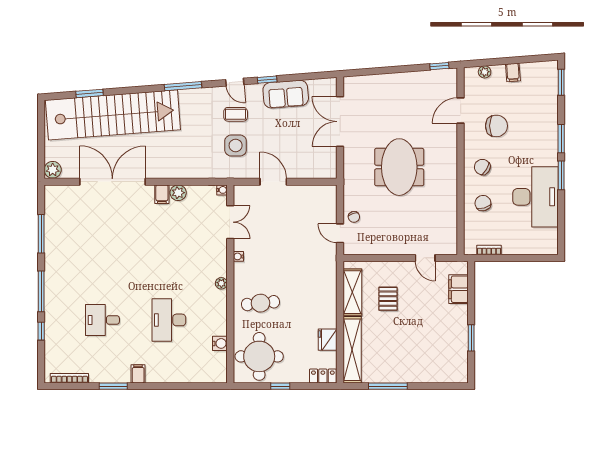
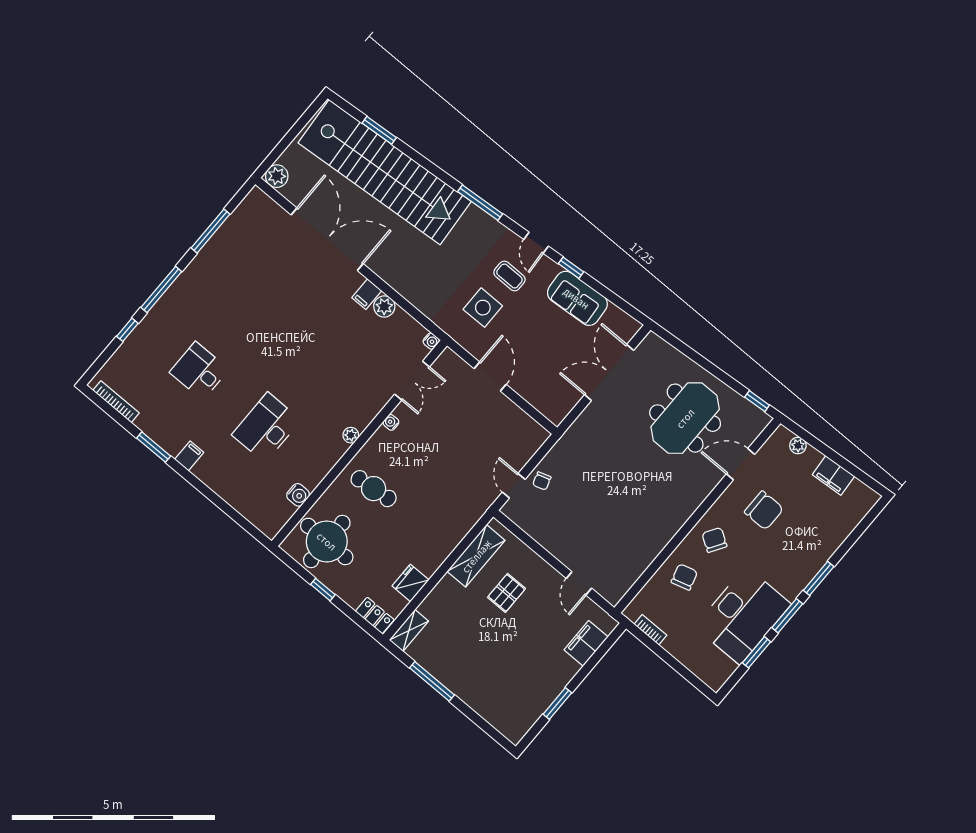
filing cabinet: (513, 72) -> (833, 475), width x2.00
window: (561, 82) -> (756, 652), moved
meeting table: (399, 167) -> (685, 418), moved
shelving: (352, 350) -> (409, 631), width x0.45, depth x0.75

